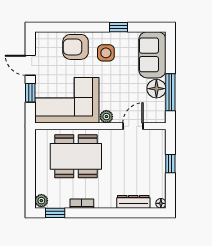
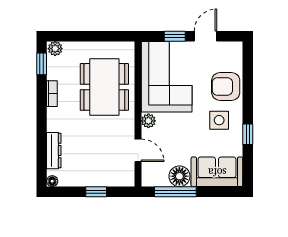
armchair: (76, 47) -> (226, 86), turned -90

